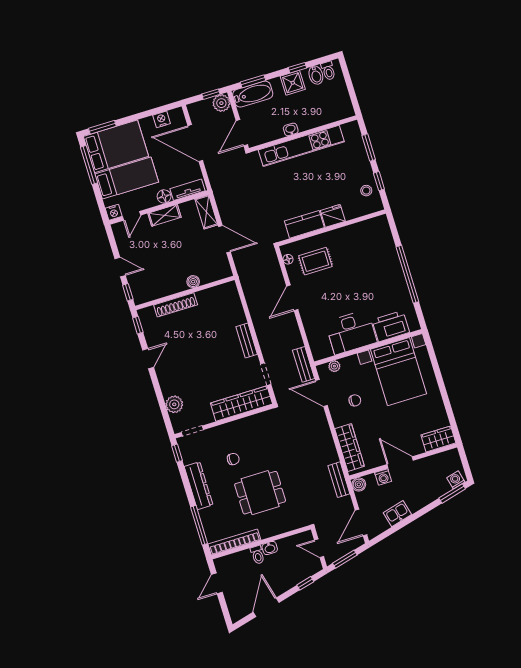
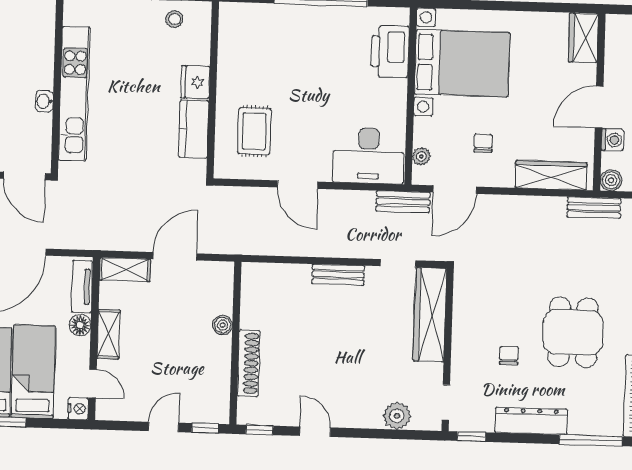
floor lamp: (288, 259) -> (237, 171), removed
desk: (351, 332) -> (368, 156), moved, turned 90

